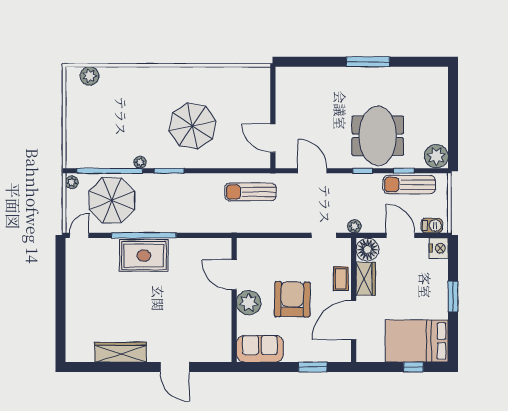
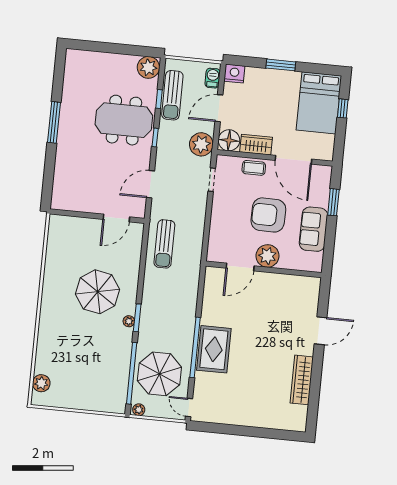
plant: (140, 162) -> (129, 321), moved
plant: (354, 226) -> (201, 144), width x1.87, depth x1.87
sofa: (260, 349) -> (313, 229), moved

